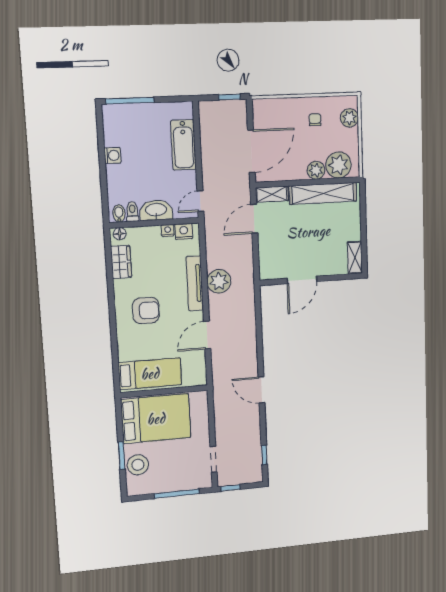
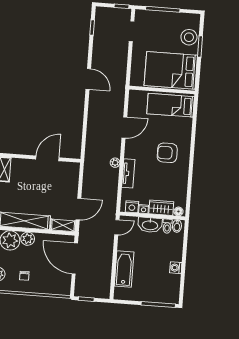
door: (251, 151) -> (75, 259), hinge flipped
wardrobe: (121, 262) -> (161, 208), moved, turned 90
plant: (219, 281) -> (115, 163), width x0.53, depth x0.53
tv unit: (195, 283) -> (128, 173), width x0.71

